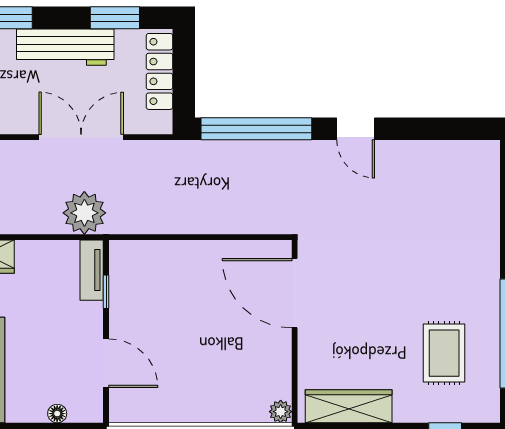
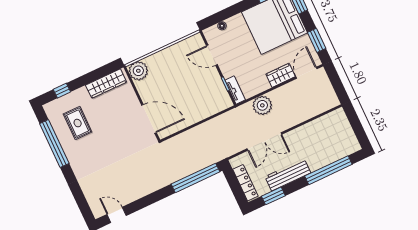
door: (356, 129) -> (117, 215), moved
plant: (84, 213) -> (262, 105), moved
plant: (281, 412) -> (138, 71), width x1.88, depth x1.88

